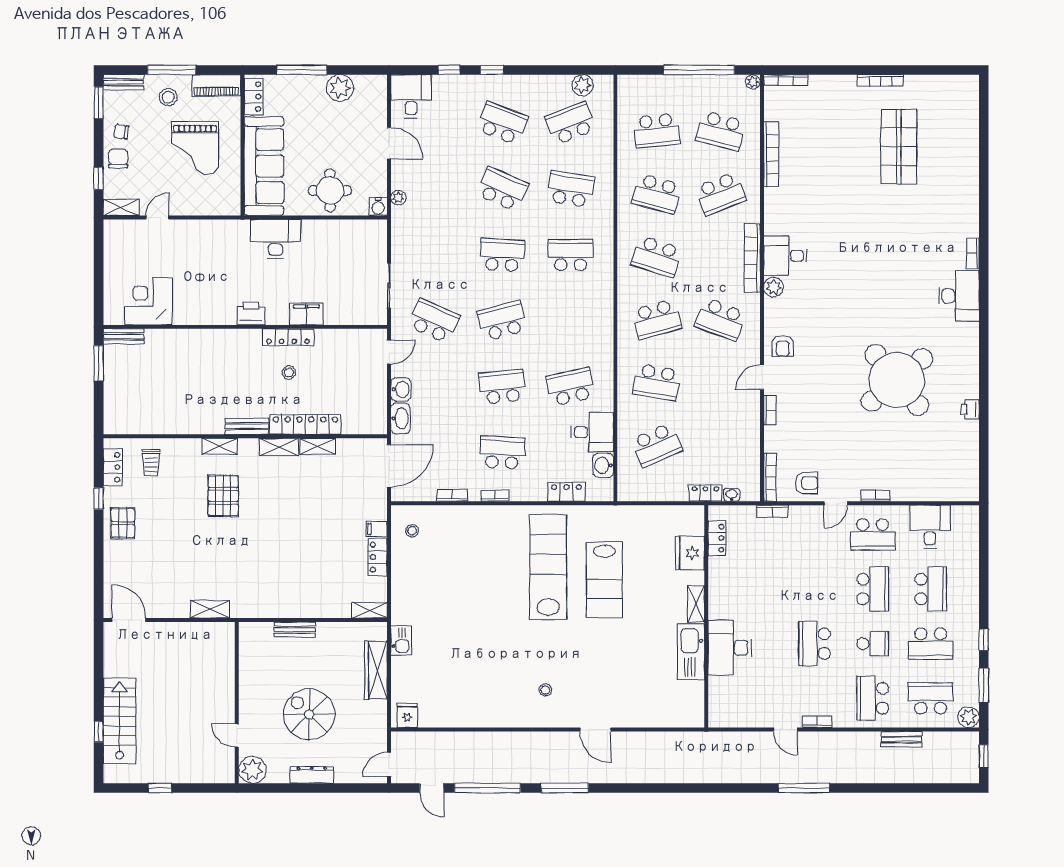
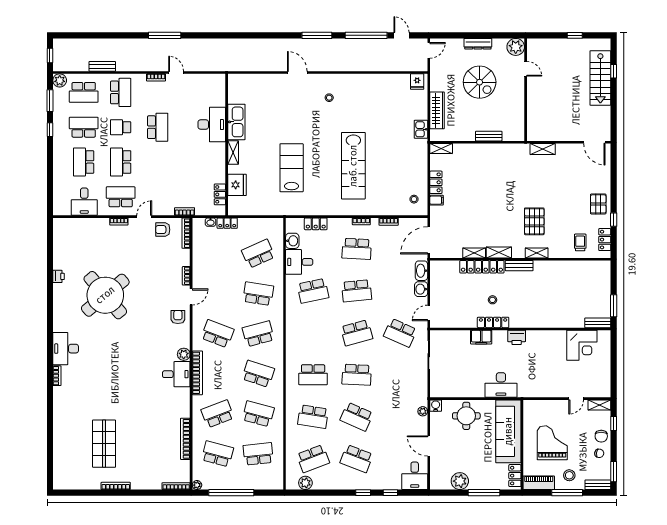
lab bench: (548, 567) -> (353, 166), moved

